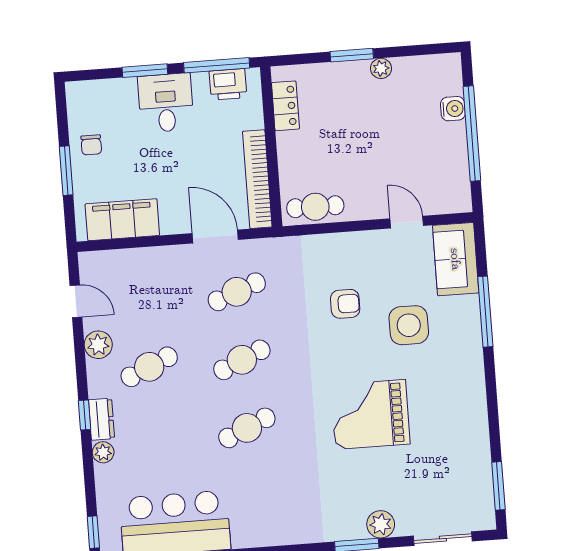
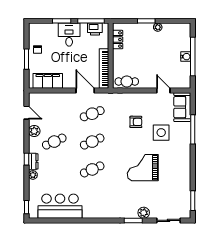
water cooler: (453, 109) -> (186, 57), moved

